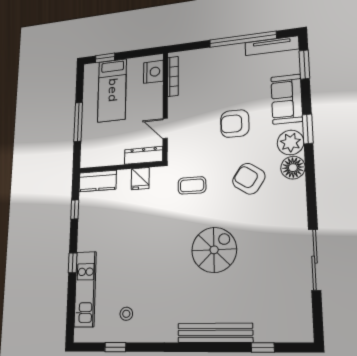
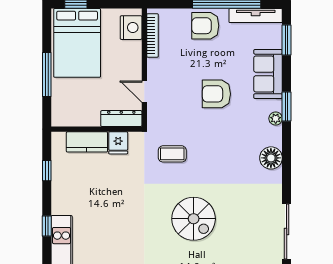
bed: (112, 90) -> (77, 43), width x1.50
plant: (291, 143) -> (276, 119), width x0.53, depth x0.53
floor lamp: (293, 168) -> (271, 158), moved
armchair: (249, 179) -> (205, 26), moved, turned -34
kitchen counter: (98, 181) -> (87, 142), moved
spiral stairs: (214, 250) -> (194, 219), turned 90

